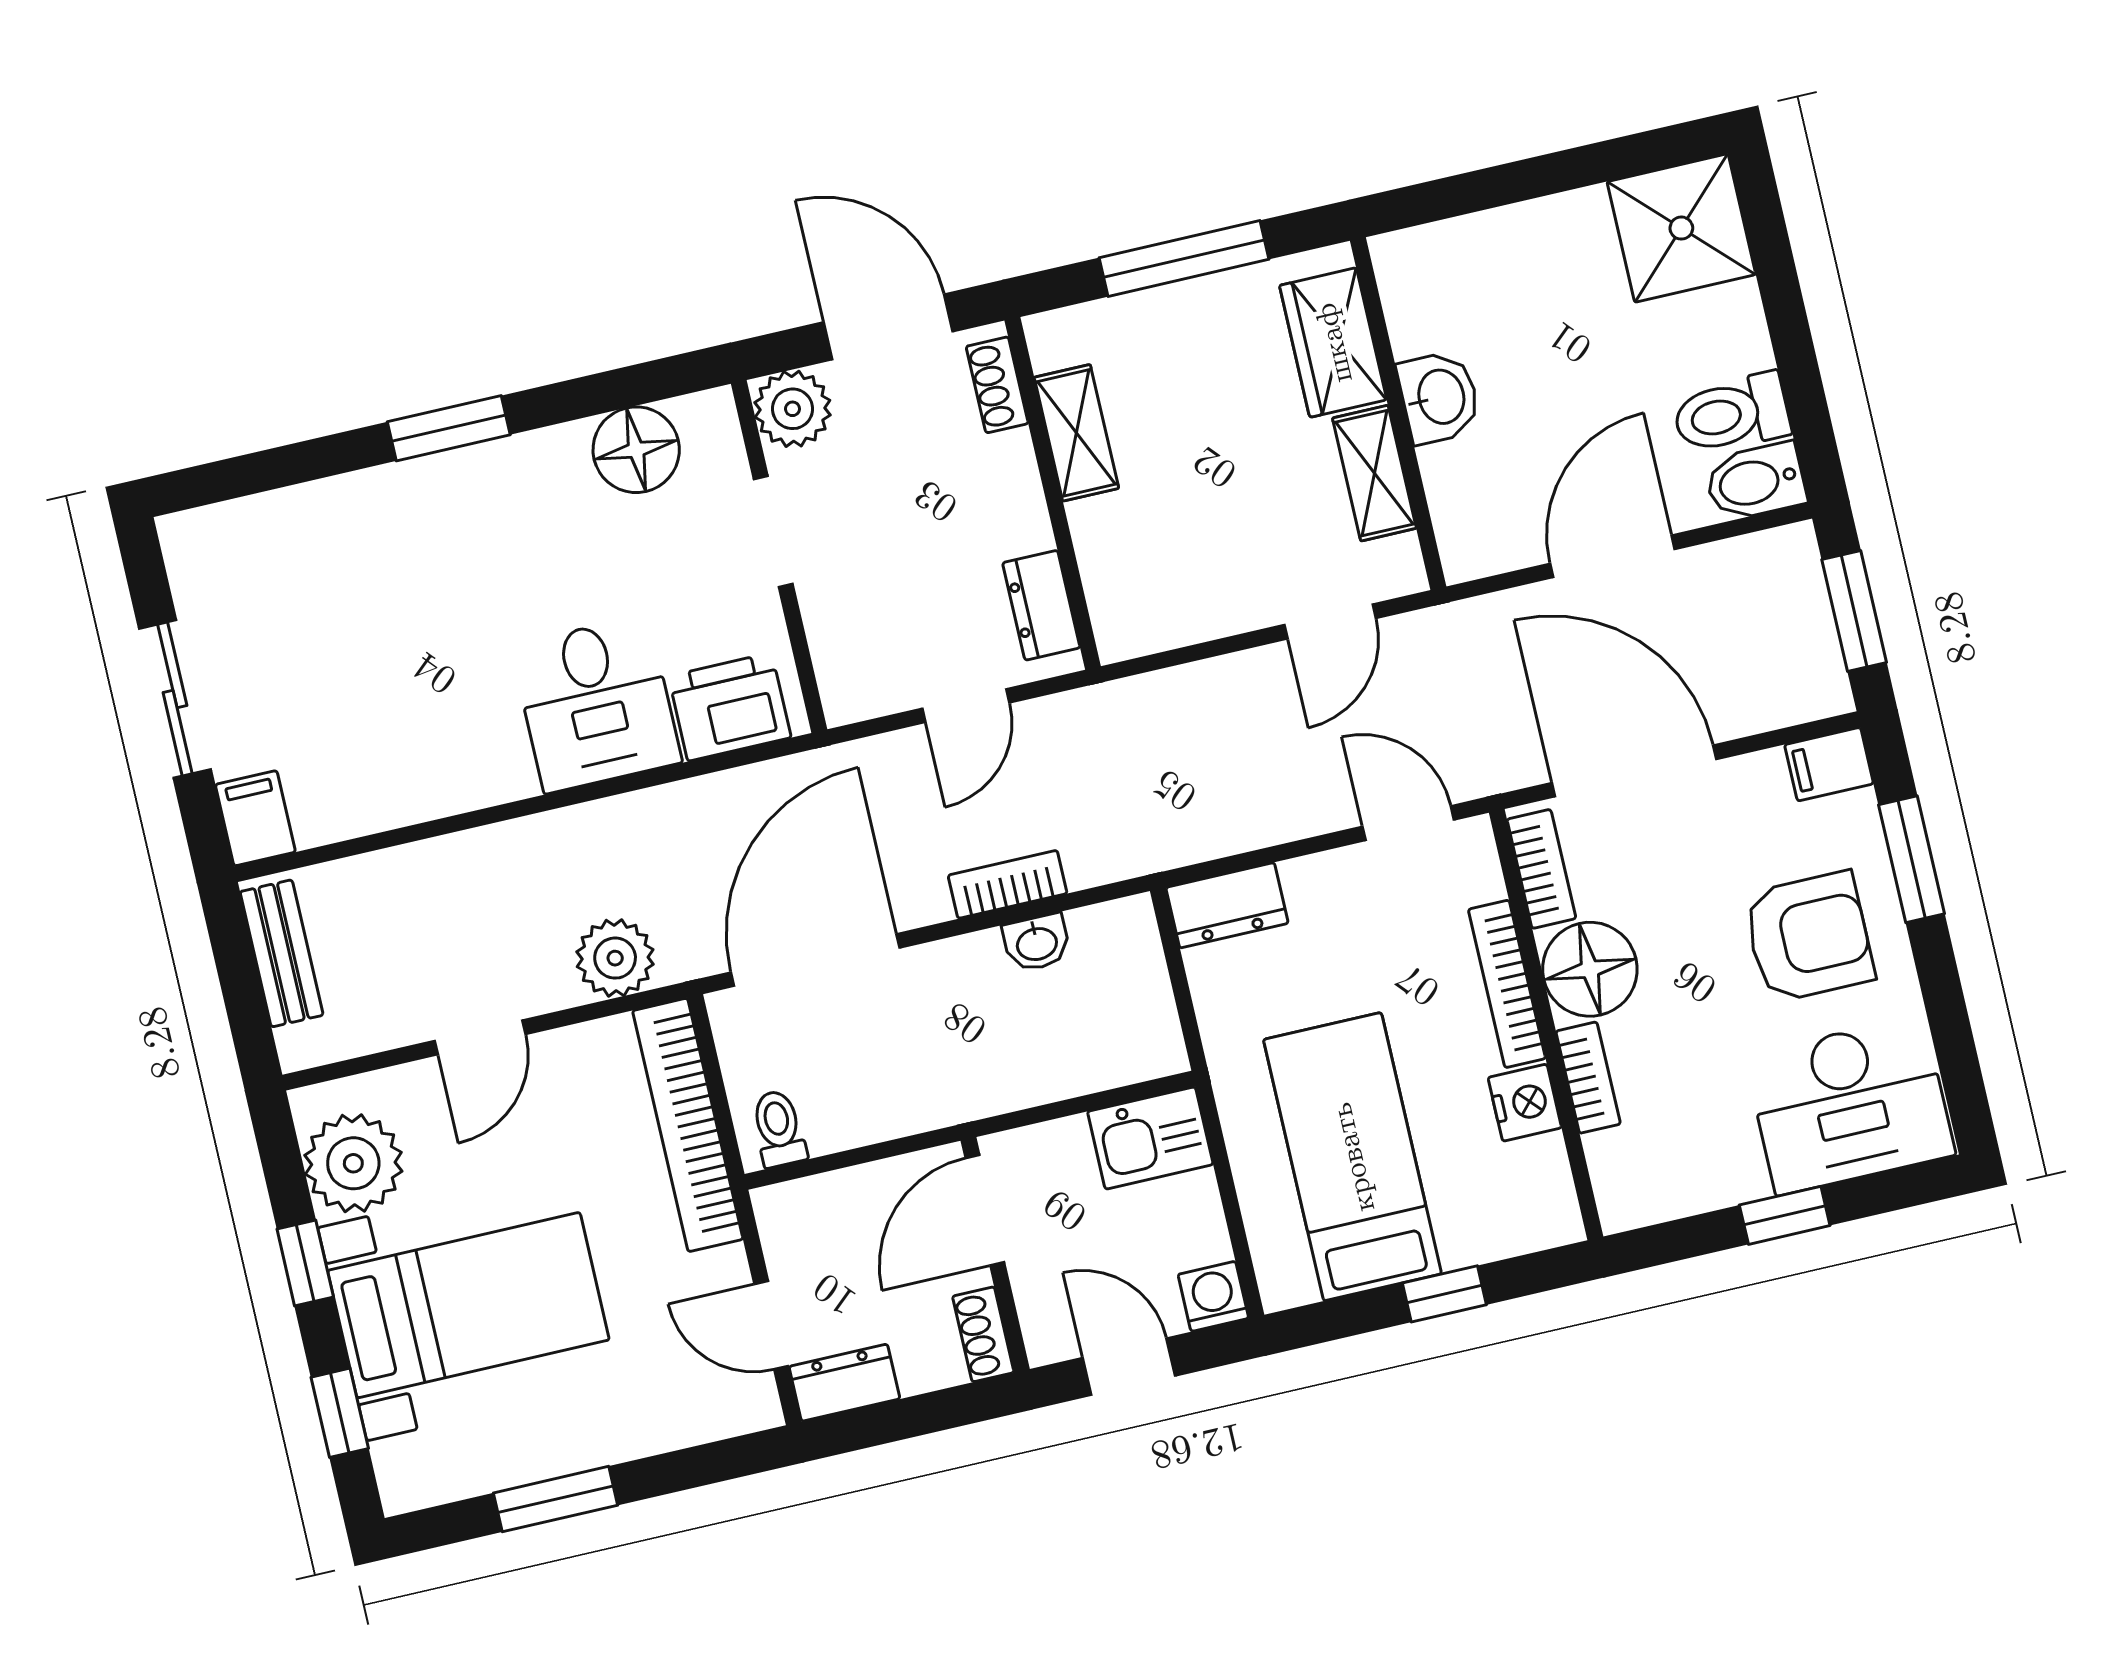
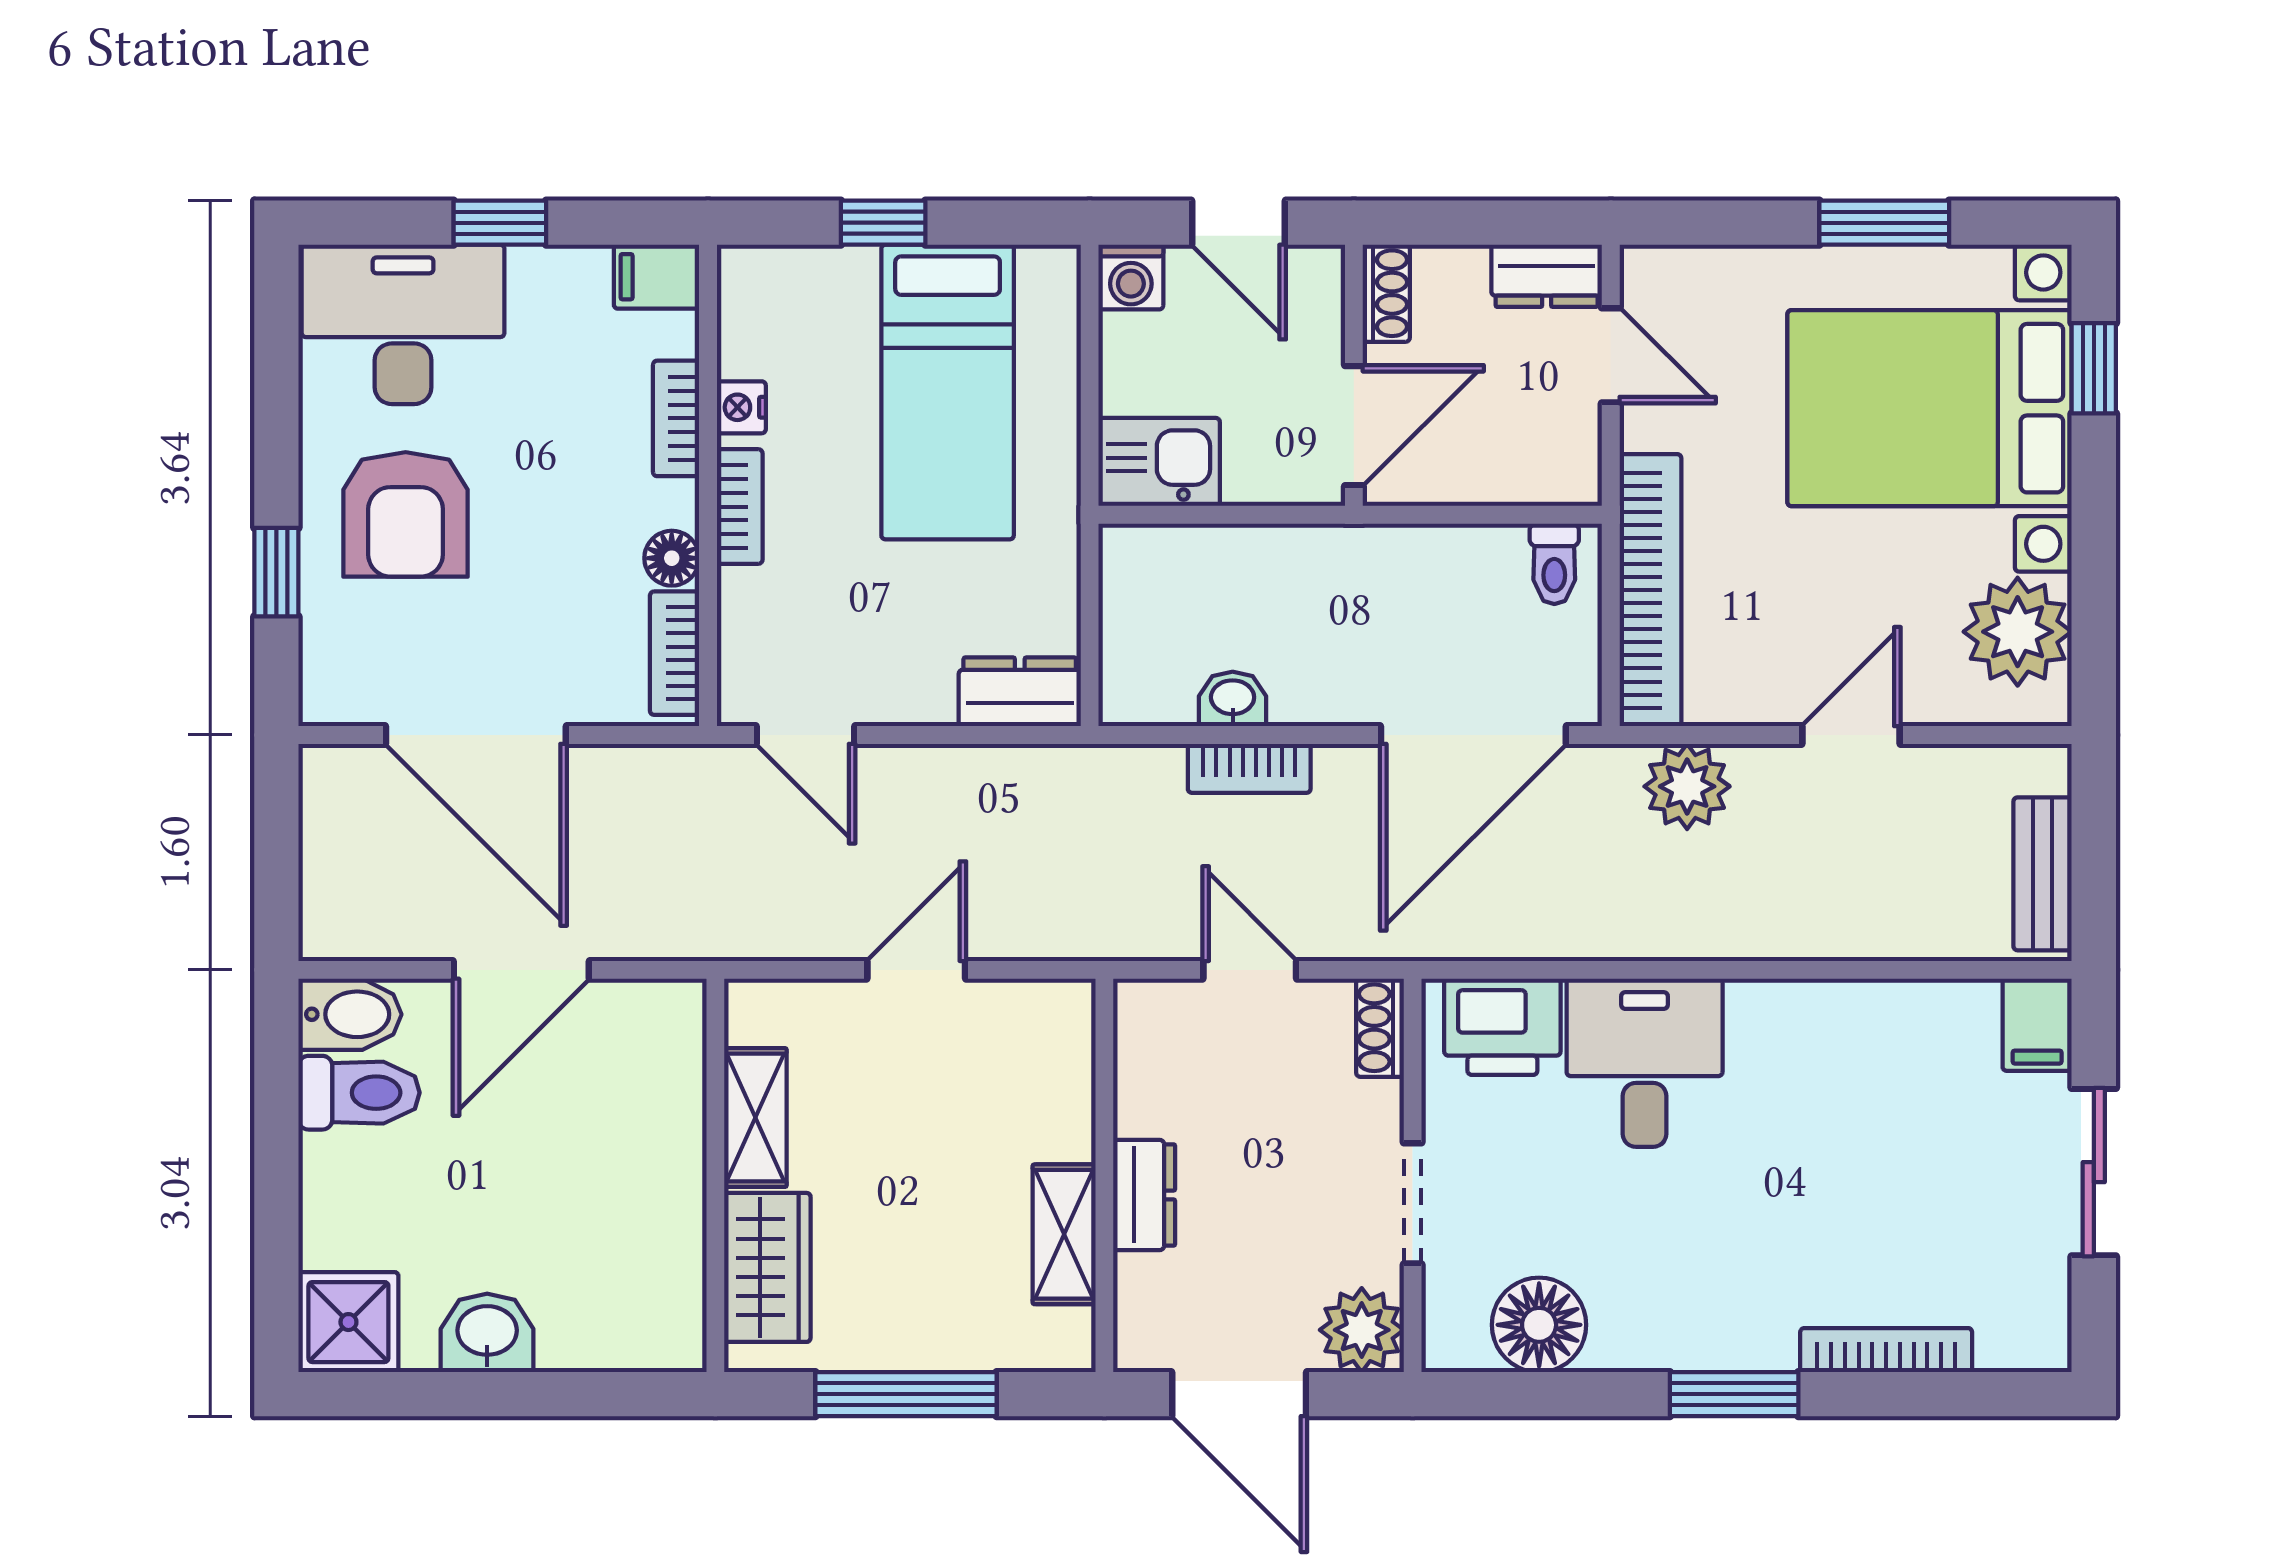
shower: (1681, 228) -> (348, 1322), width x0.73, depth x0.73
shoe rack: (997, 385) -> (1380, 1028), moved, turned 180
washbasin: (1439, 397) -> (487, 1333), moved, turned 90
bookcase: (323, 499) -> (1886, 1350), added
dresser: (1041, 605) -> (1144, 1195), moved
window: (1854, 611) -> (276, 852), removed
door: (1330, 622) -> (916, 970), moved
door: (966, 706) -> (1250, 970), hinge flipped
filing cabinet: (1829, 764) -> (656, 277), moved, turned 180
door: (1634, 771) -> (476, 735), moved
window: (1911, 859) -> (276, 572), width x0.67
armchair: (1809, 937) -> (406, 514), turned -90
floor lamp: (1590, 969) -> (672, 558), width x0.53, depth x0.53
bookcase: (1507, 984) -> (740, 507), width x0.64
nightstand: (1525, 1103) -> (741, 407), width x0.72, depth x0.74
window: (305, 1263) -> (2094, 537), removed
bed with nightstands: (468, 1305) -> (1930, 408), width x1.36

